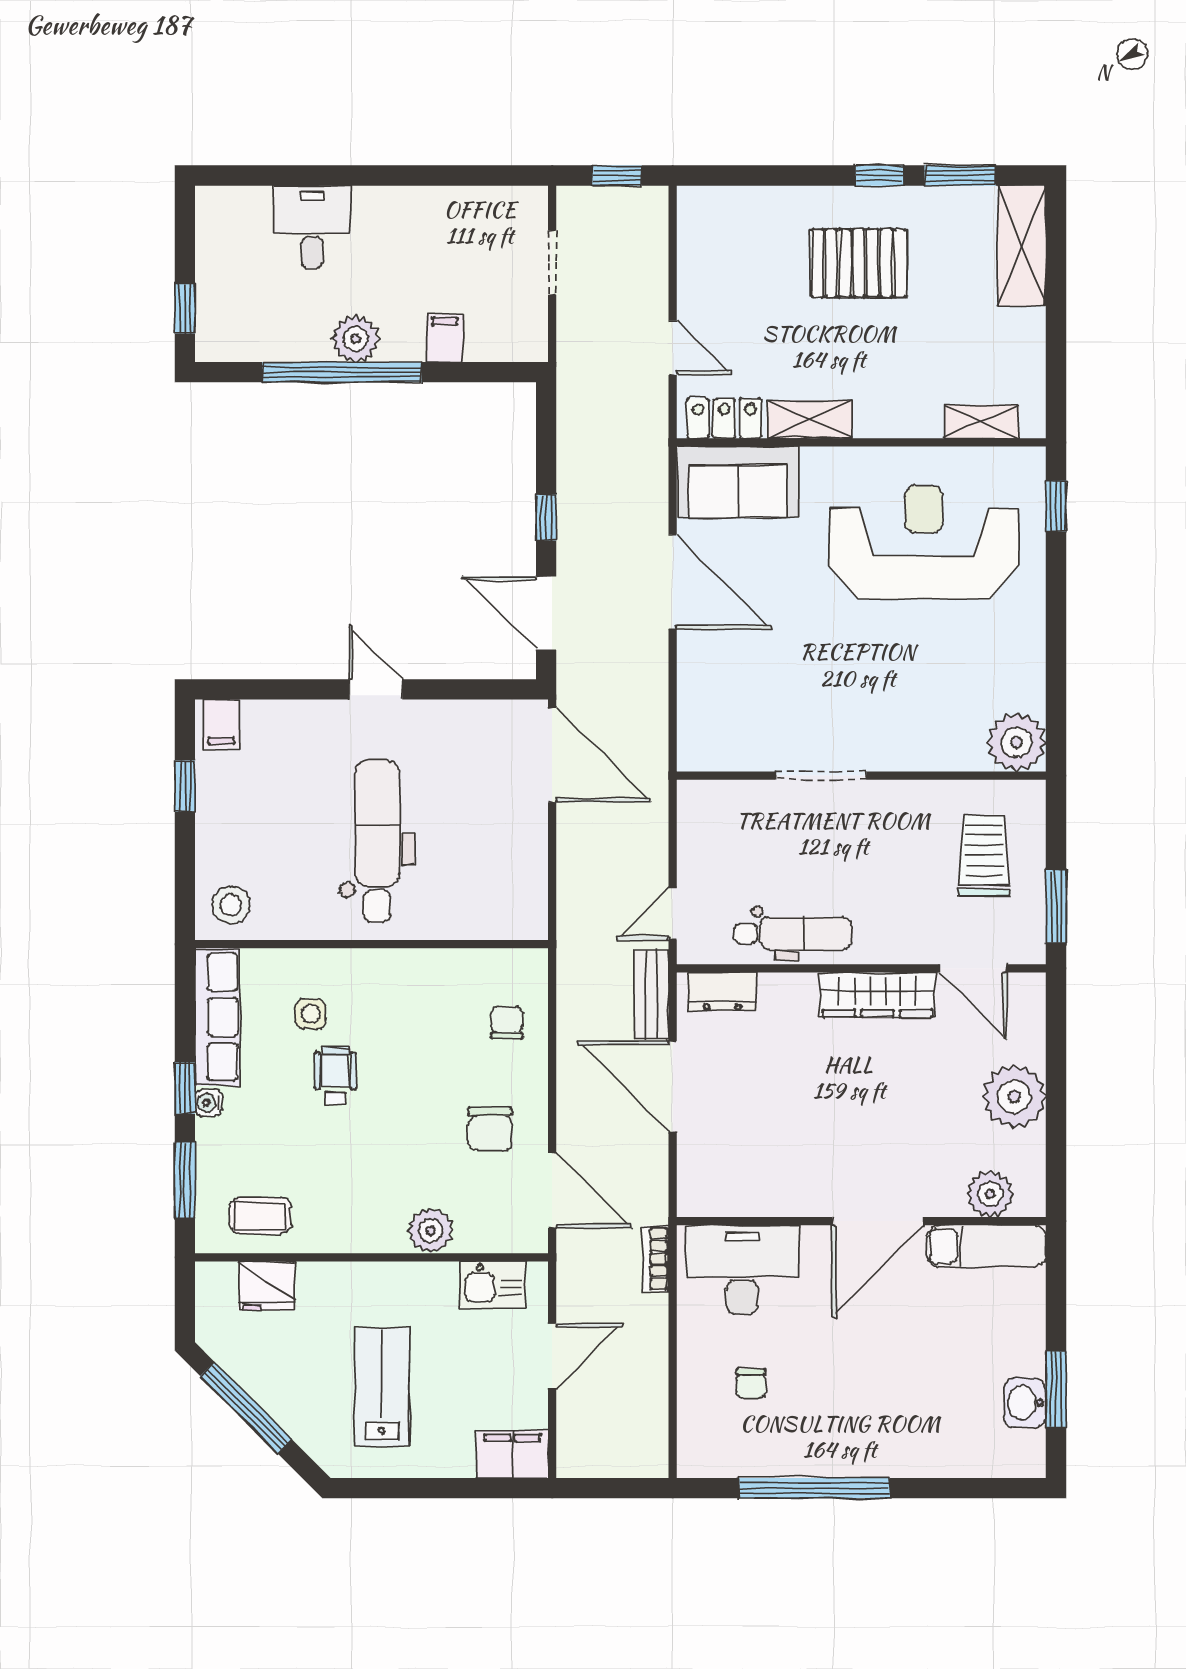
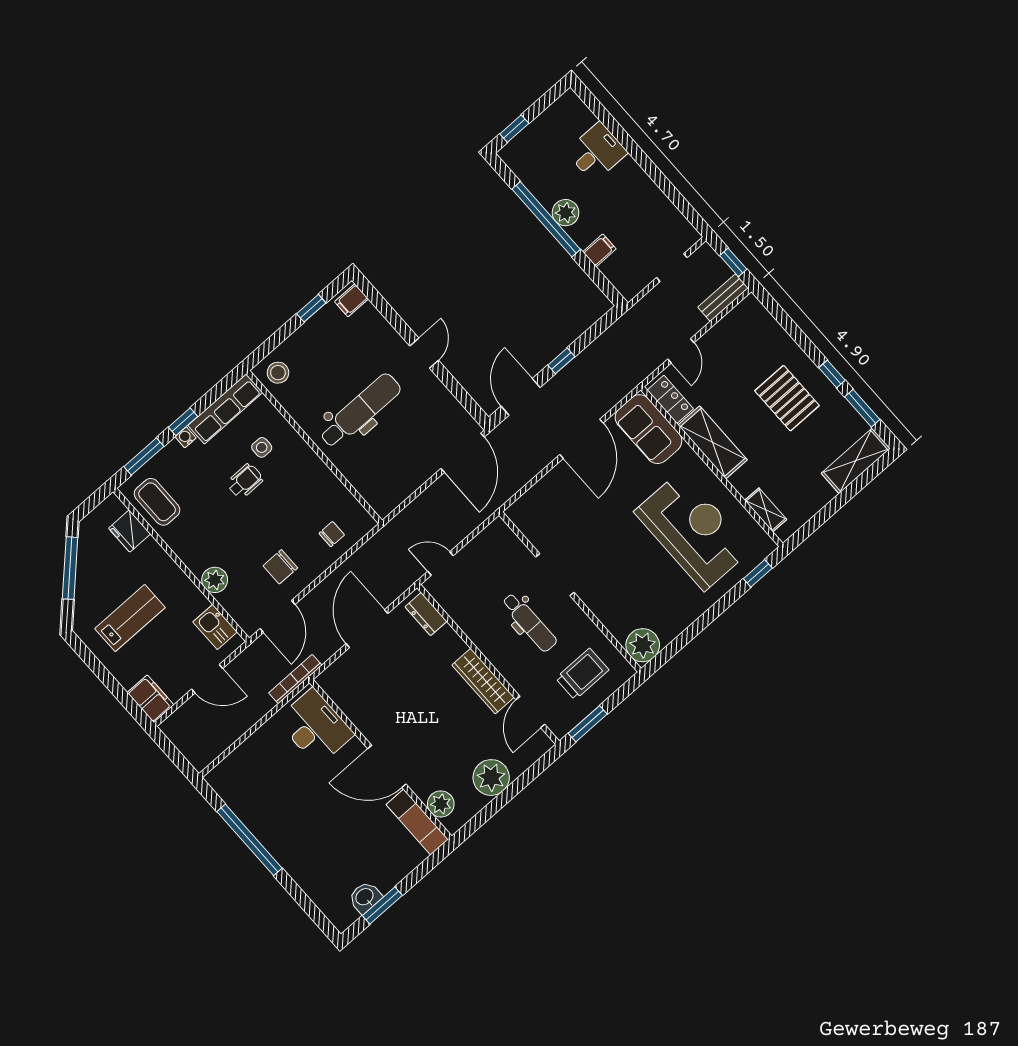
shelving: (809, 419) -> (713, 442), width x1.50, depth x1.33
dental chair: (793, 933) -> (529, 622), moved
bench: (652, 995) -> (723, 298), moved
coffee table: (260, 1216) -> (157, 502), width x1.36, depth x1.30
bookcase: (655, 1258) -> (295, 679), width x1.56
chair: (751, 1384) -> (270, 774), removed

